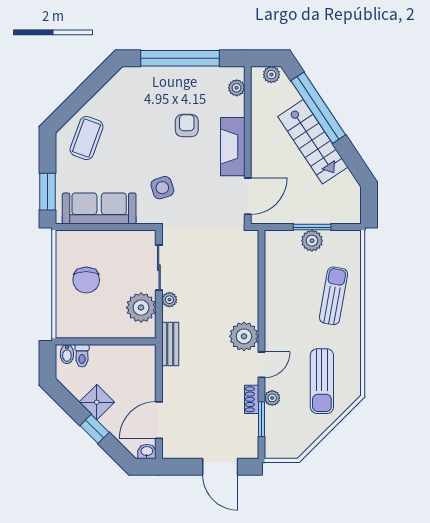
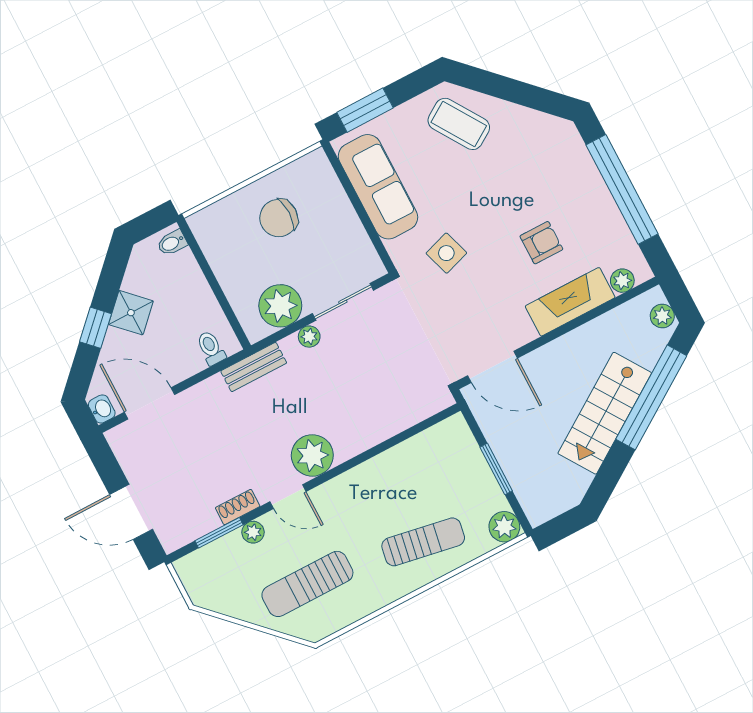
coffee table: (87, 138) -> (459, 124), turned 37
fireplace: (233, 147) -> (570, 302), moved
plant: (312, 241) -> (504, 527), moved
toilet: (82, 356) -> (211, 348), moved, turned 90
door: (220, 467) -> (131, 512), hinge flipped

